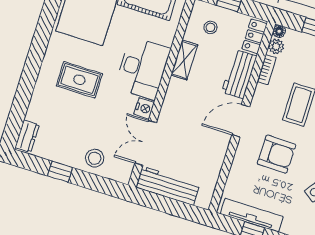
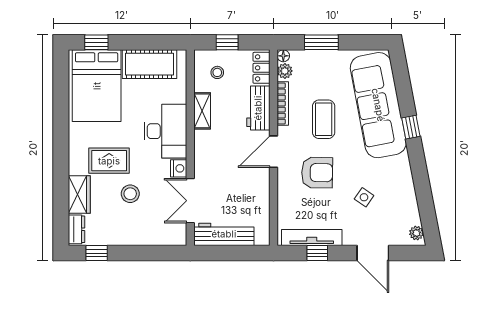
bookcase: (267, 70) -> (283, 104), width x1.56
wardrobe: (40, 103) -> (79, 194), added
stool: (95, 158) -> (130, 194), moved
window: (60, 172) -> (97, 253), moved

